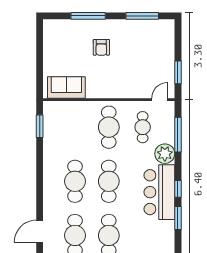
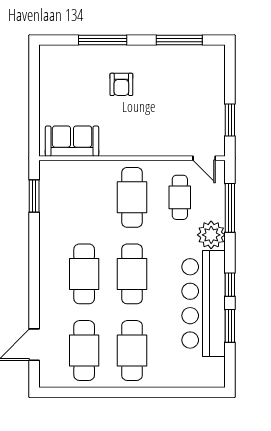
door: (160, 100) -> (204, 158), swing flipped
bar counter: (159, 192) -> (204, 303), width x1.36

